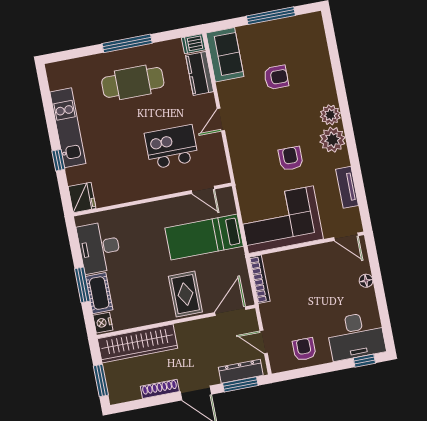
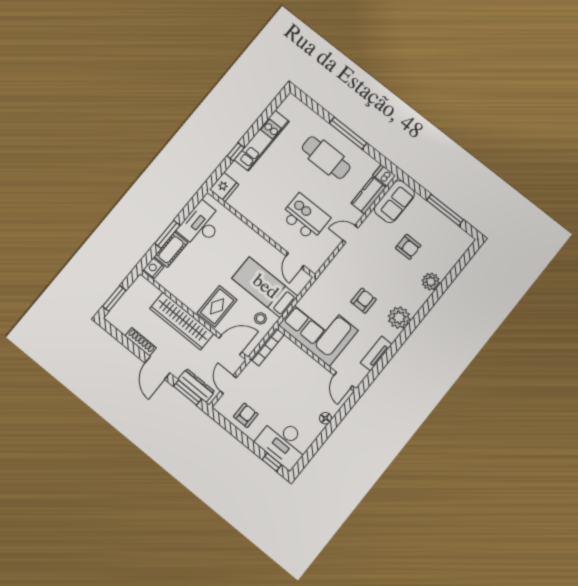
plant: (330, 115) -> (431, 282), moved
stool: (229, 264) -> (260, 318), added
wardrobe: (138, 343) -> (182, 321), moved

